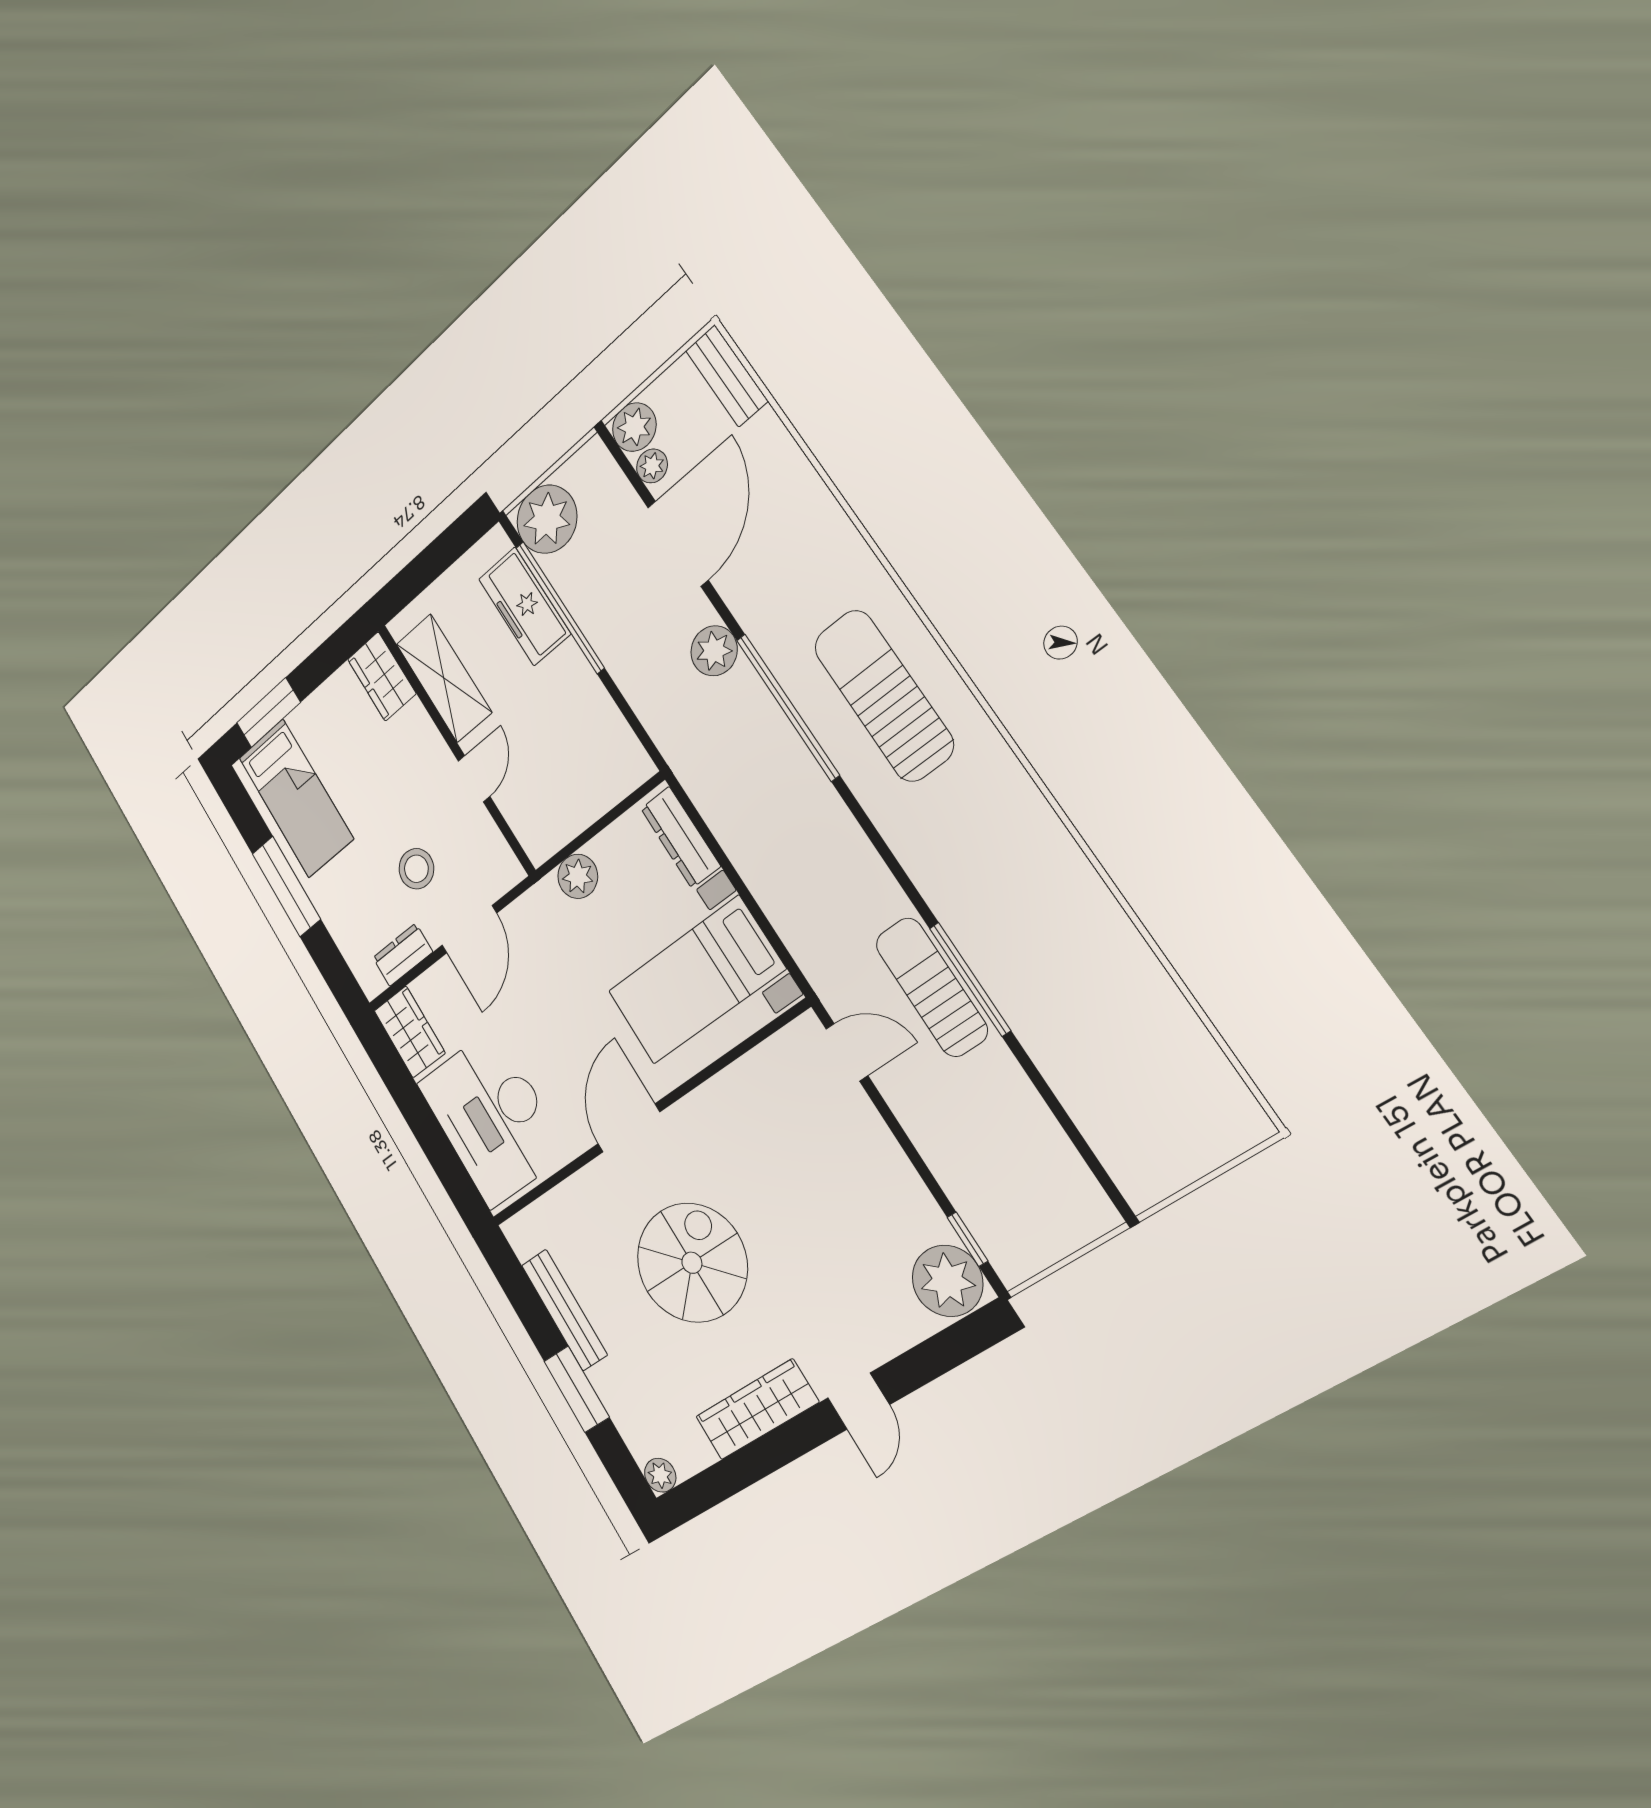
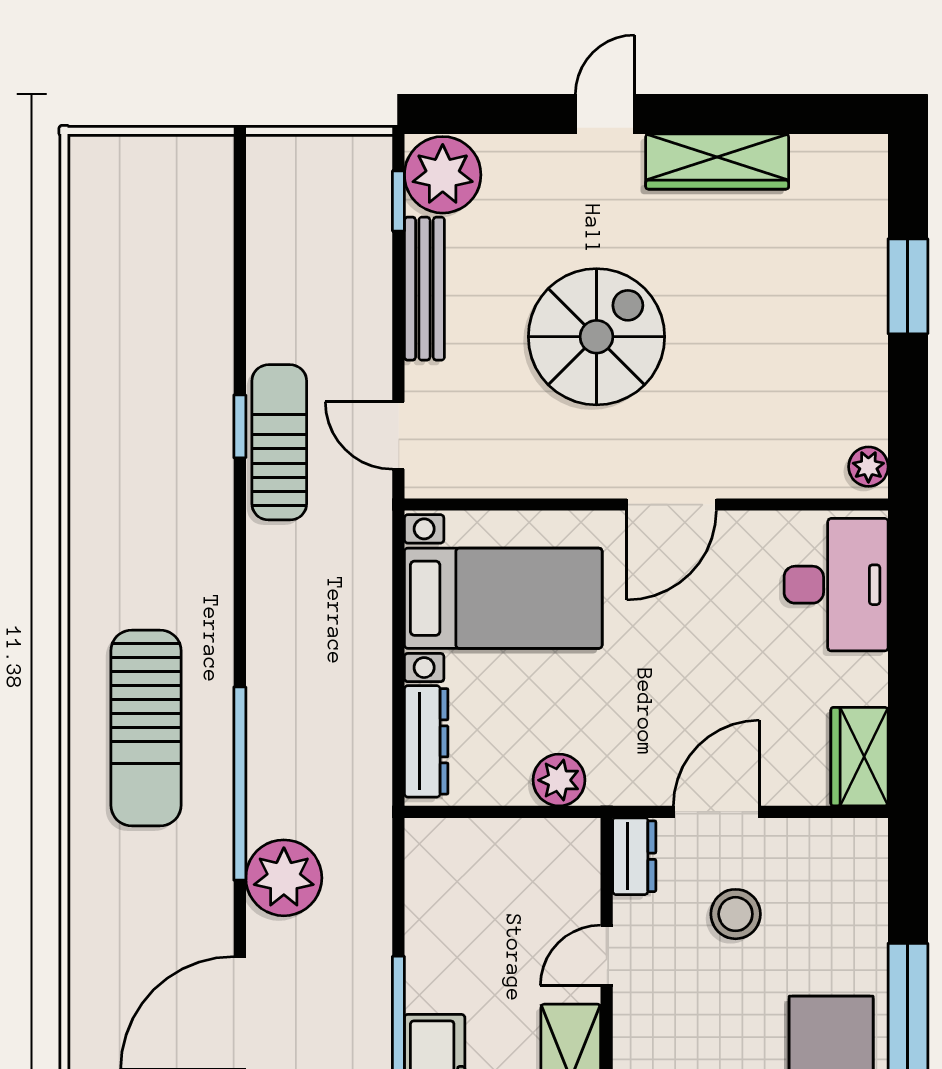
plant: (714, 651) -> (284, 878), width x1.36, depth x1.36
dresser: (403, 955) -> (634, 856), moved, turned -90
window: (970, 979) -> (240, 426), width x0.46
sun lounger: (931, 987) -> (279, 442), turned 180
desk: (492, 1118) -> (836, 585), width x0.73, depth x0.77
spiral stairs: (692, 1263) -> (596, 337), moved, turned 180
bench: (564, 1310) -> (424, 289), moved
plant: (660, 1475) -> (868, 467), moved

